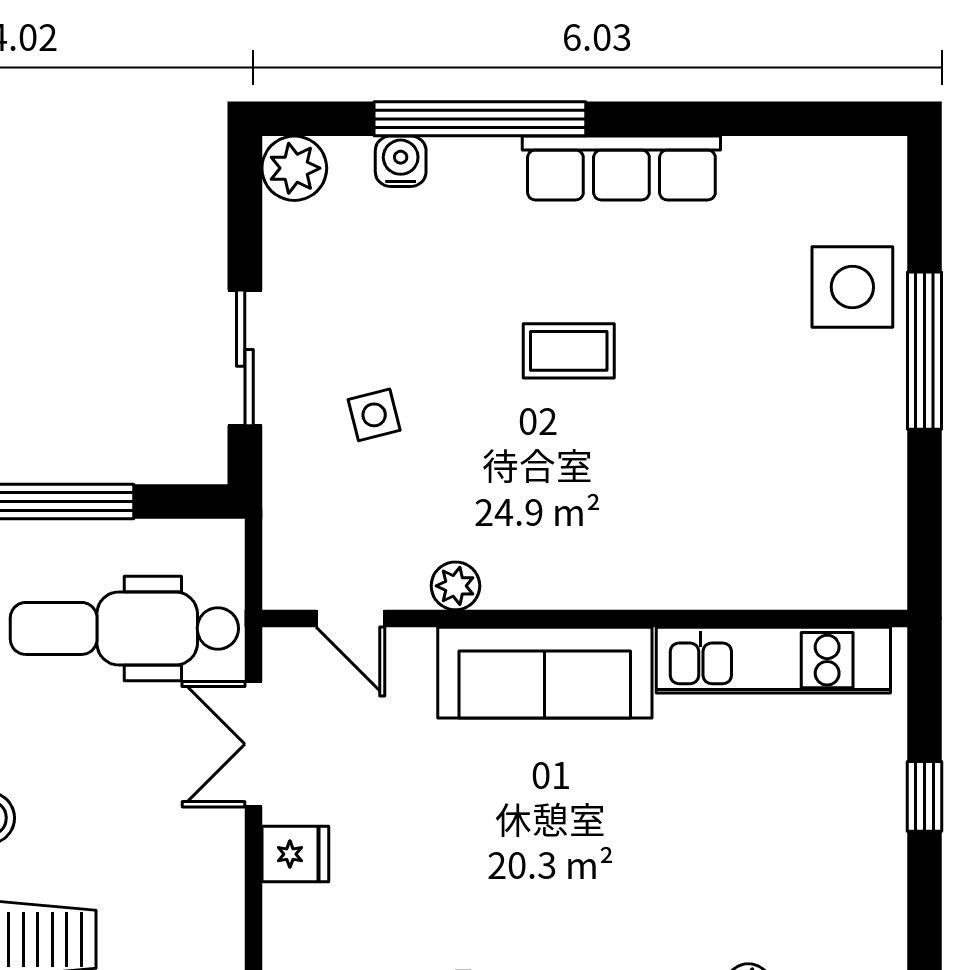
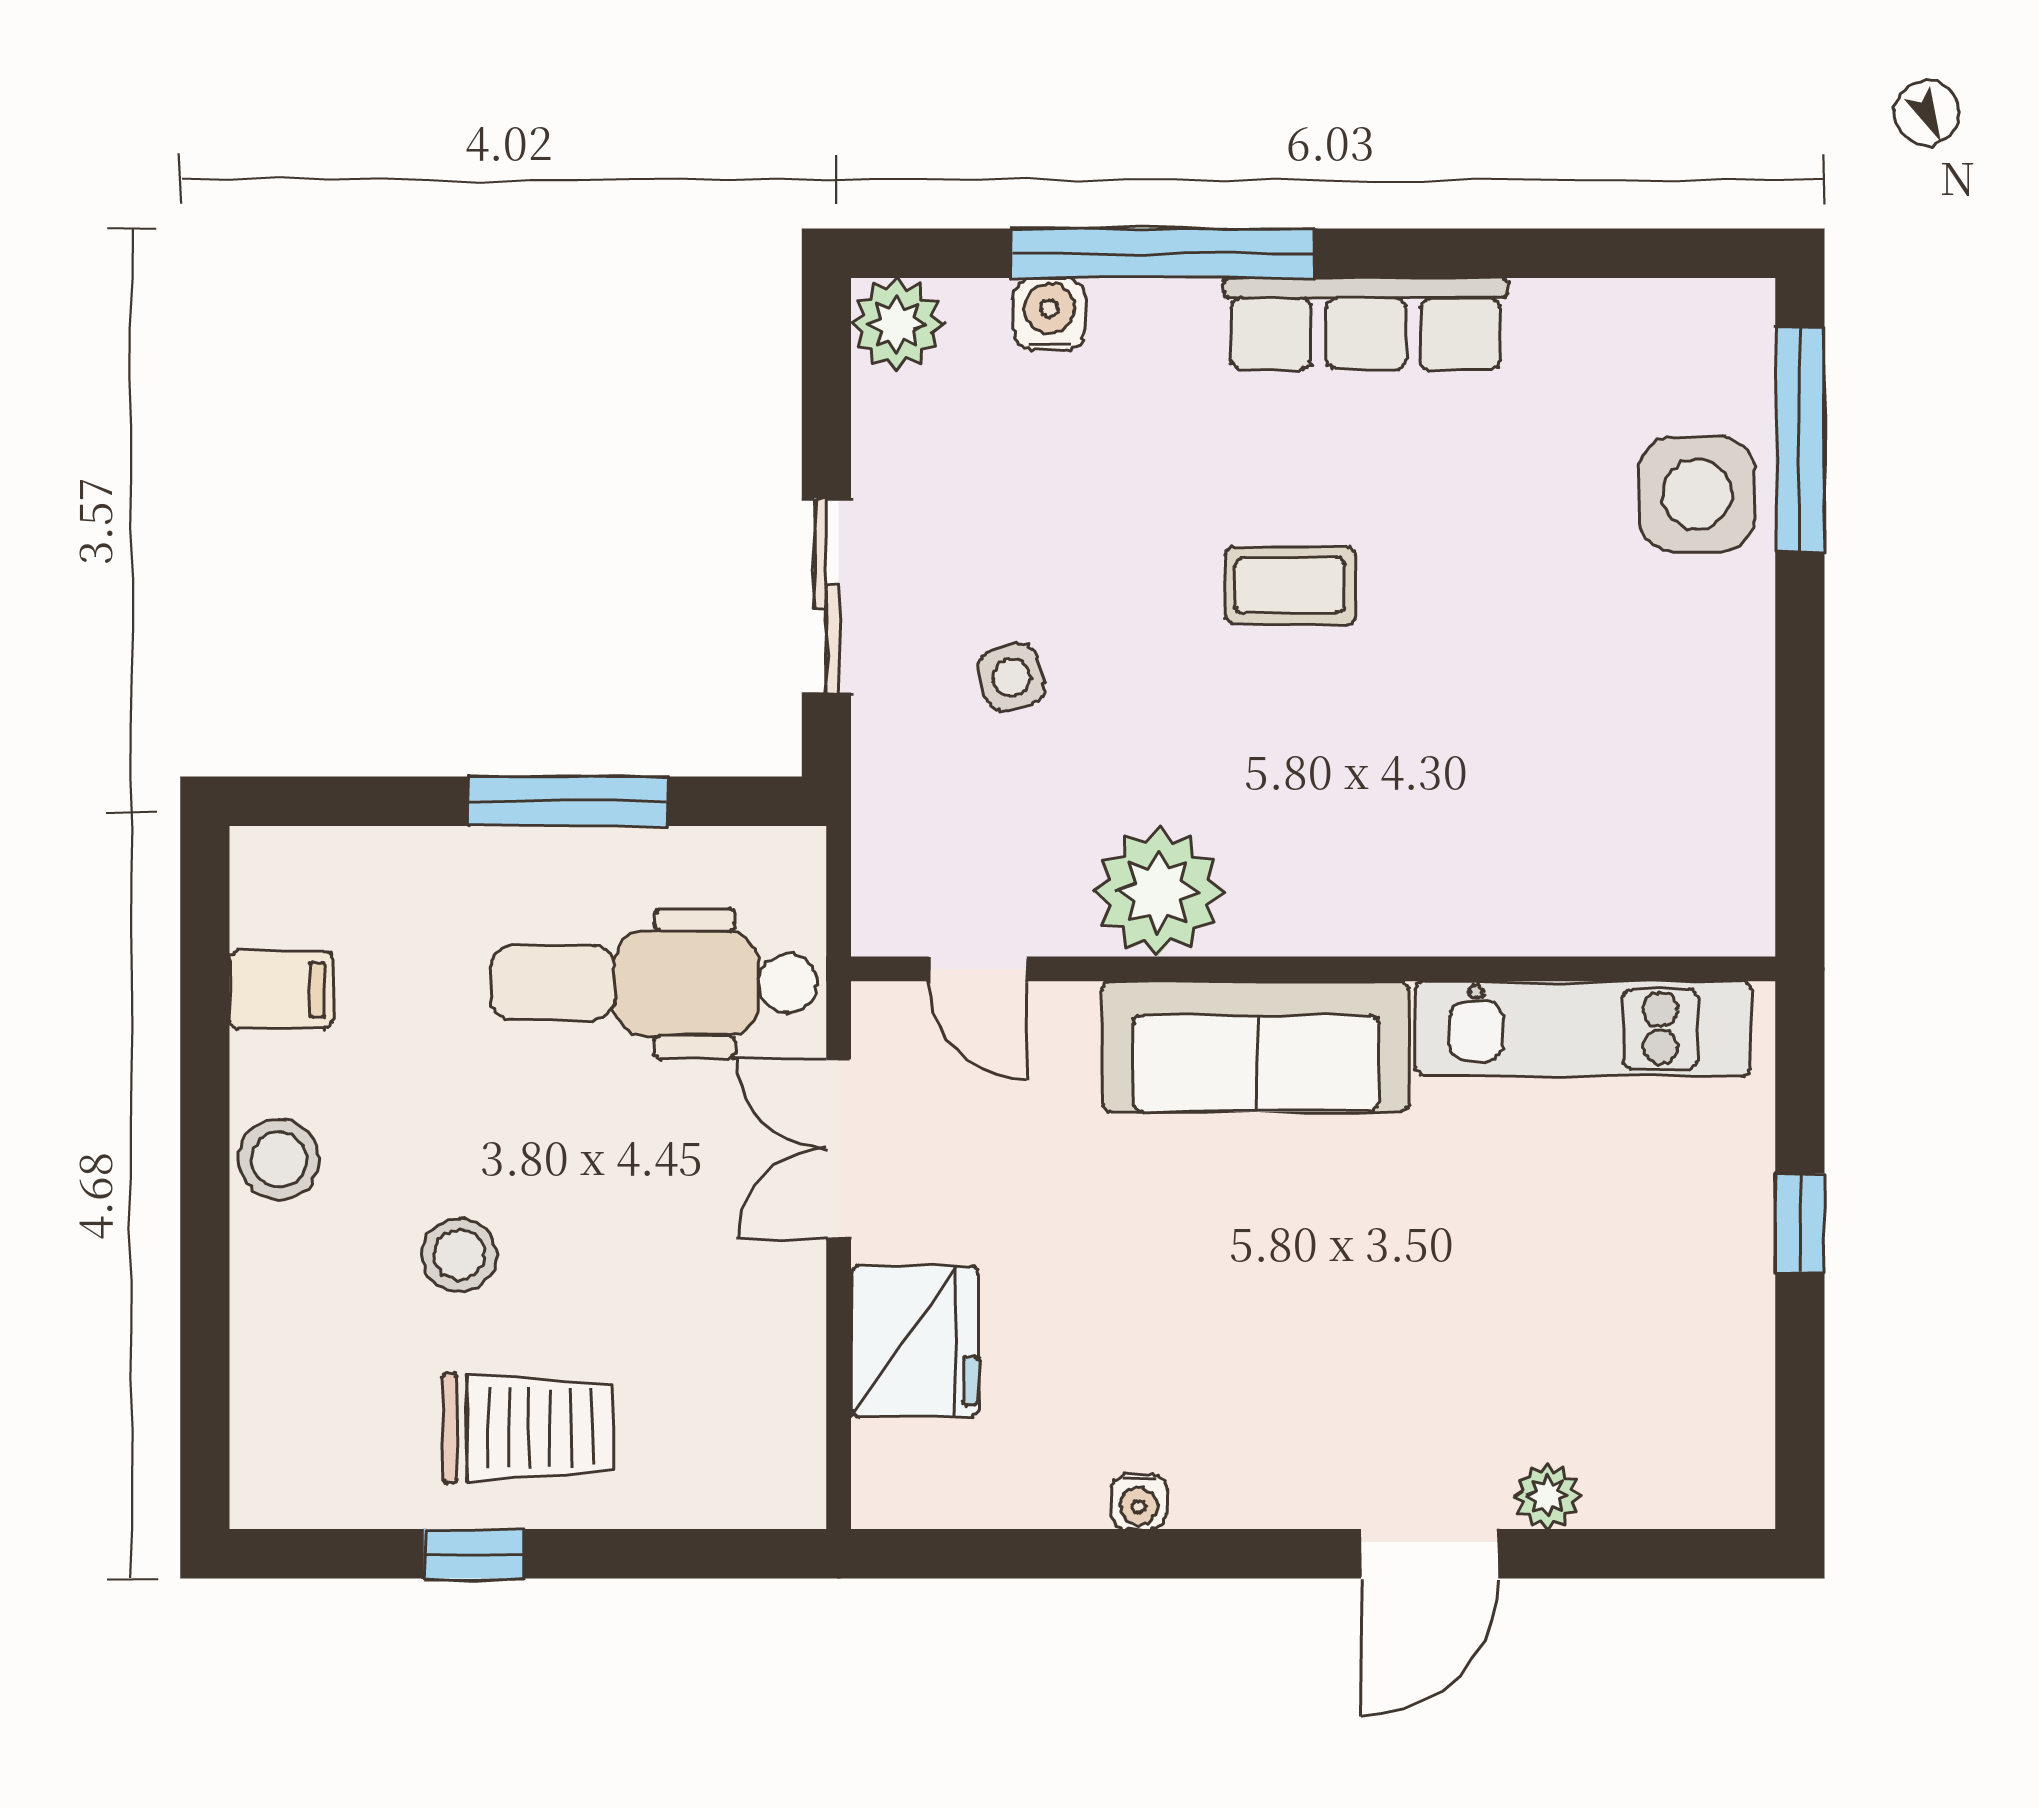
window: (925, 351) -> (1800, 439), moved
plant: (455, 586) -> (1158, 892), width x1.88, depth x1.88
fridge: (295, 854) -> (915, 1342), width x1.88, depth x1.34

